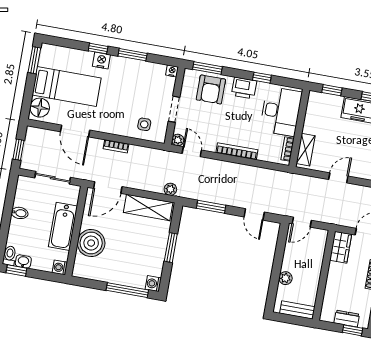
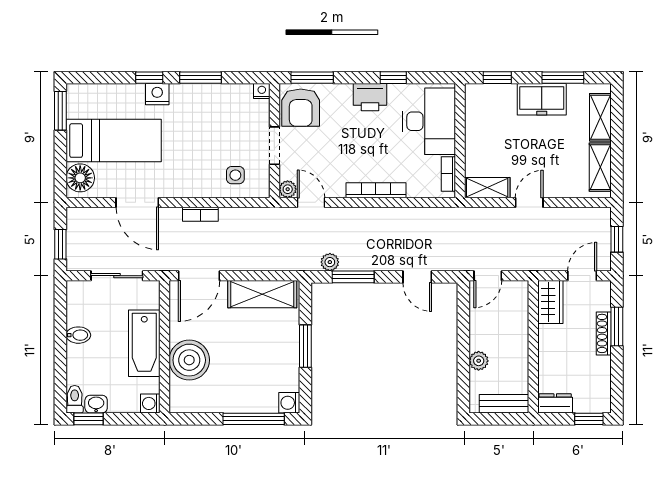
armchair: (211, 89) -> (301, 108), moved
shelving: (306, 150) -> (487, 188), moved, turned 90
plant: (170, 189) -> (330, 262), moved
dresser: (347, 319) -> (555, 403), moved

